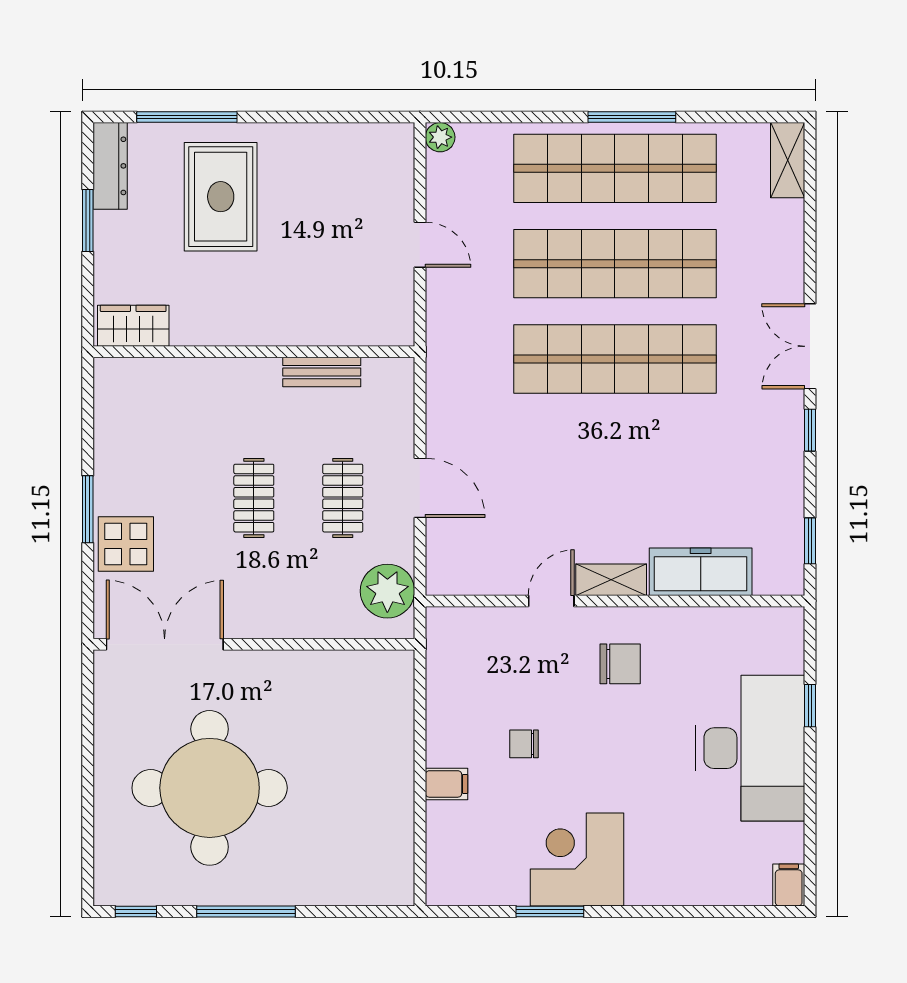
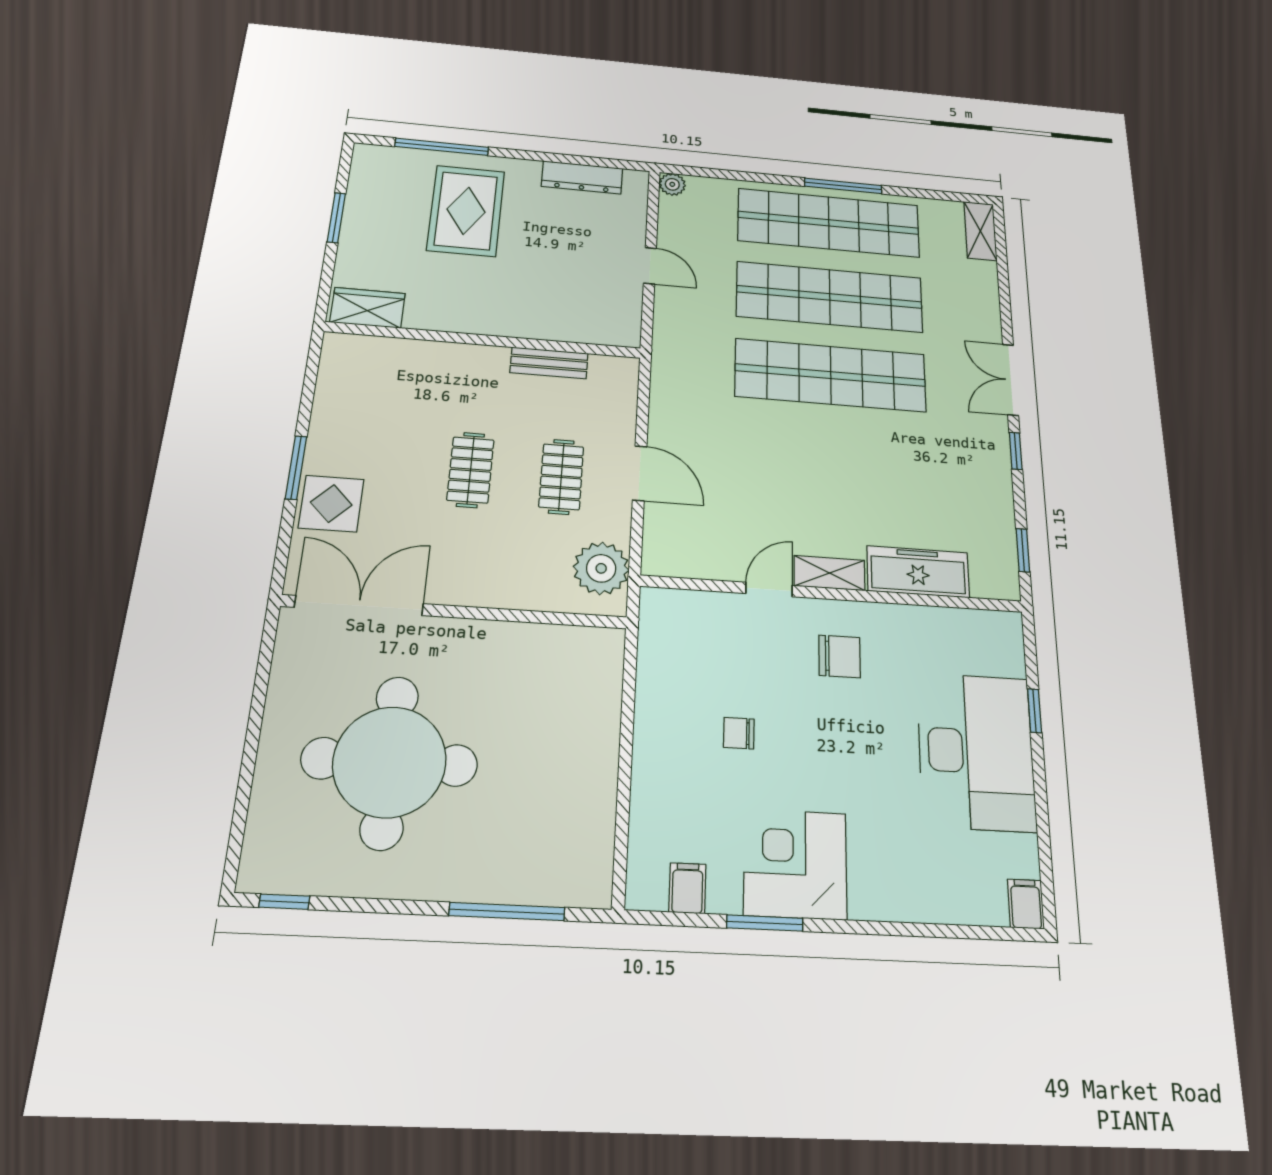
dresser: (110, 166) -> (582, 177), moved, turned 90
filing cabinet: (446, 784) -> (687, 888), moved, turned -90
window: (246, 911) -> (507, 912), moved

